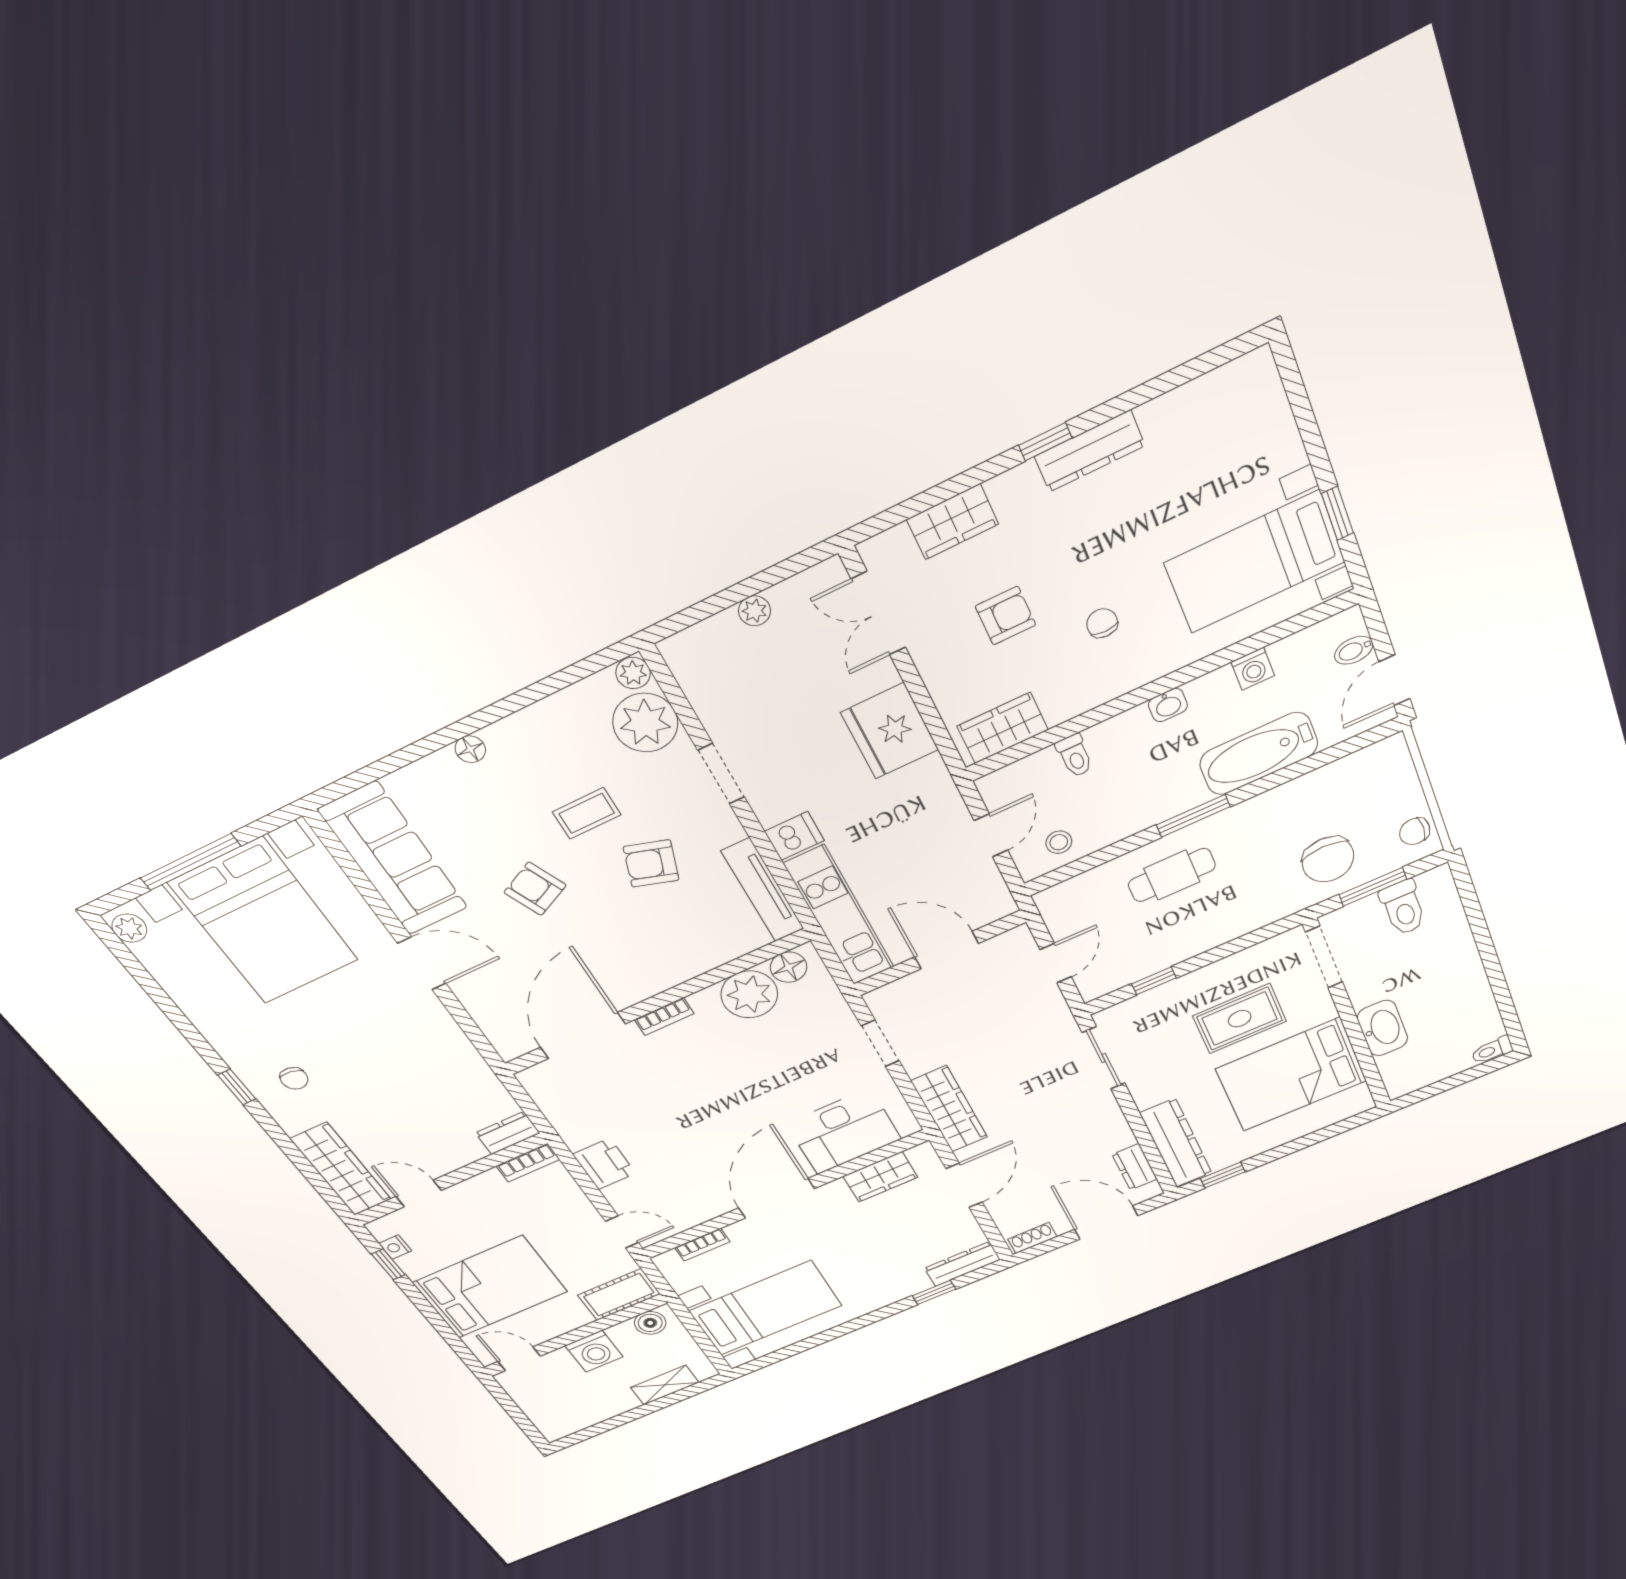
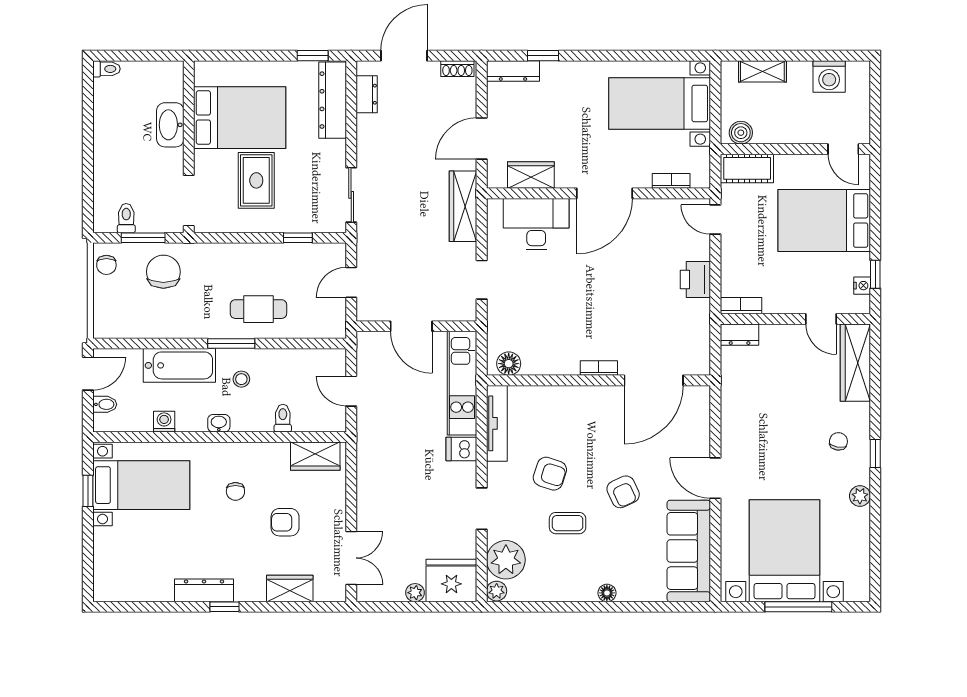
fridge: (890, 731) -> (451, 580), moved, turned -90
chair: (1415, 831) -> (106, 265), turned 90
door: (991, 835) -> (351, 391), hinge flipped
stool: (1059, 842) -> (241, 379), moved
toilet: (1403, 908) -> (126, 218), width x0.73, depth x0.72
plant: (129, 928) -> (860, 496), moved
plant: (749, 994) -> (541, 357), removed
rug: (1240, 1019) -> (256, 180), turned 90
door: (1106, 1222) -> (404, 56), swing flipped
washing machine: (594, 1351) -> (829, 76), moved, turned 180

